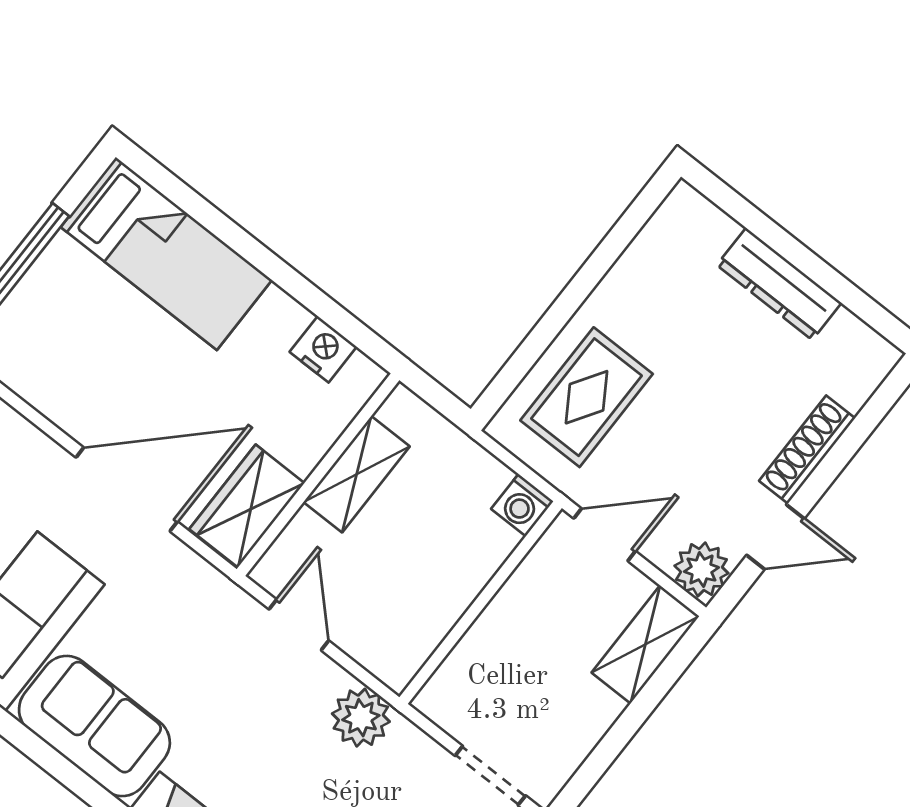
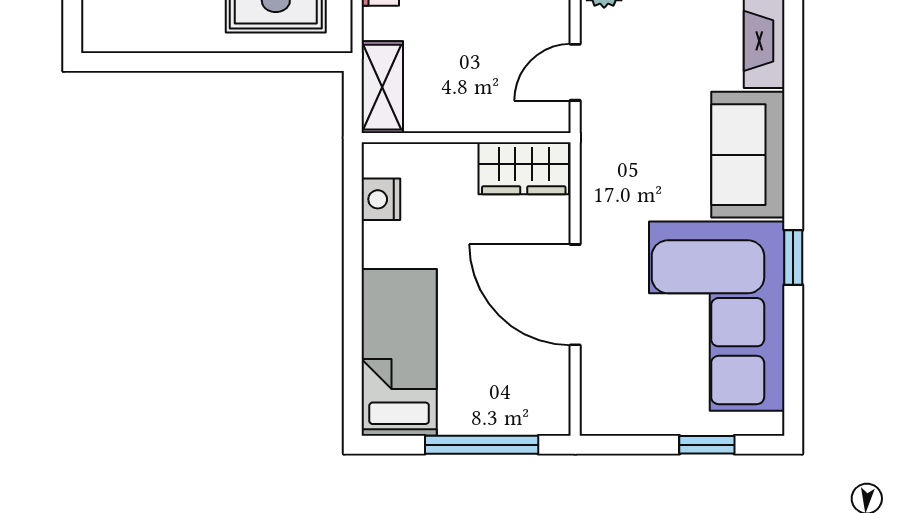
shelving: (357, 474) -> (382, 87), moved, turned 90
door: (127, 489) -> (575, 295), moved

